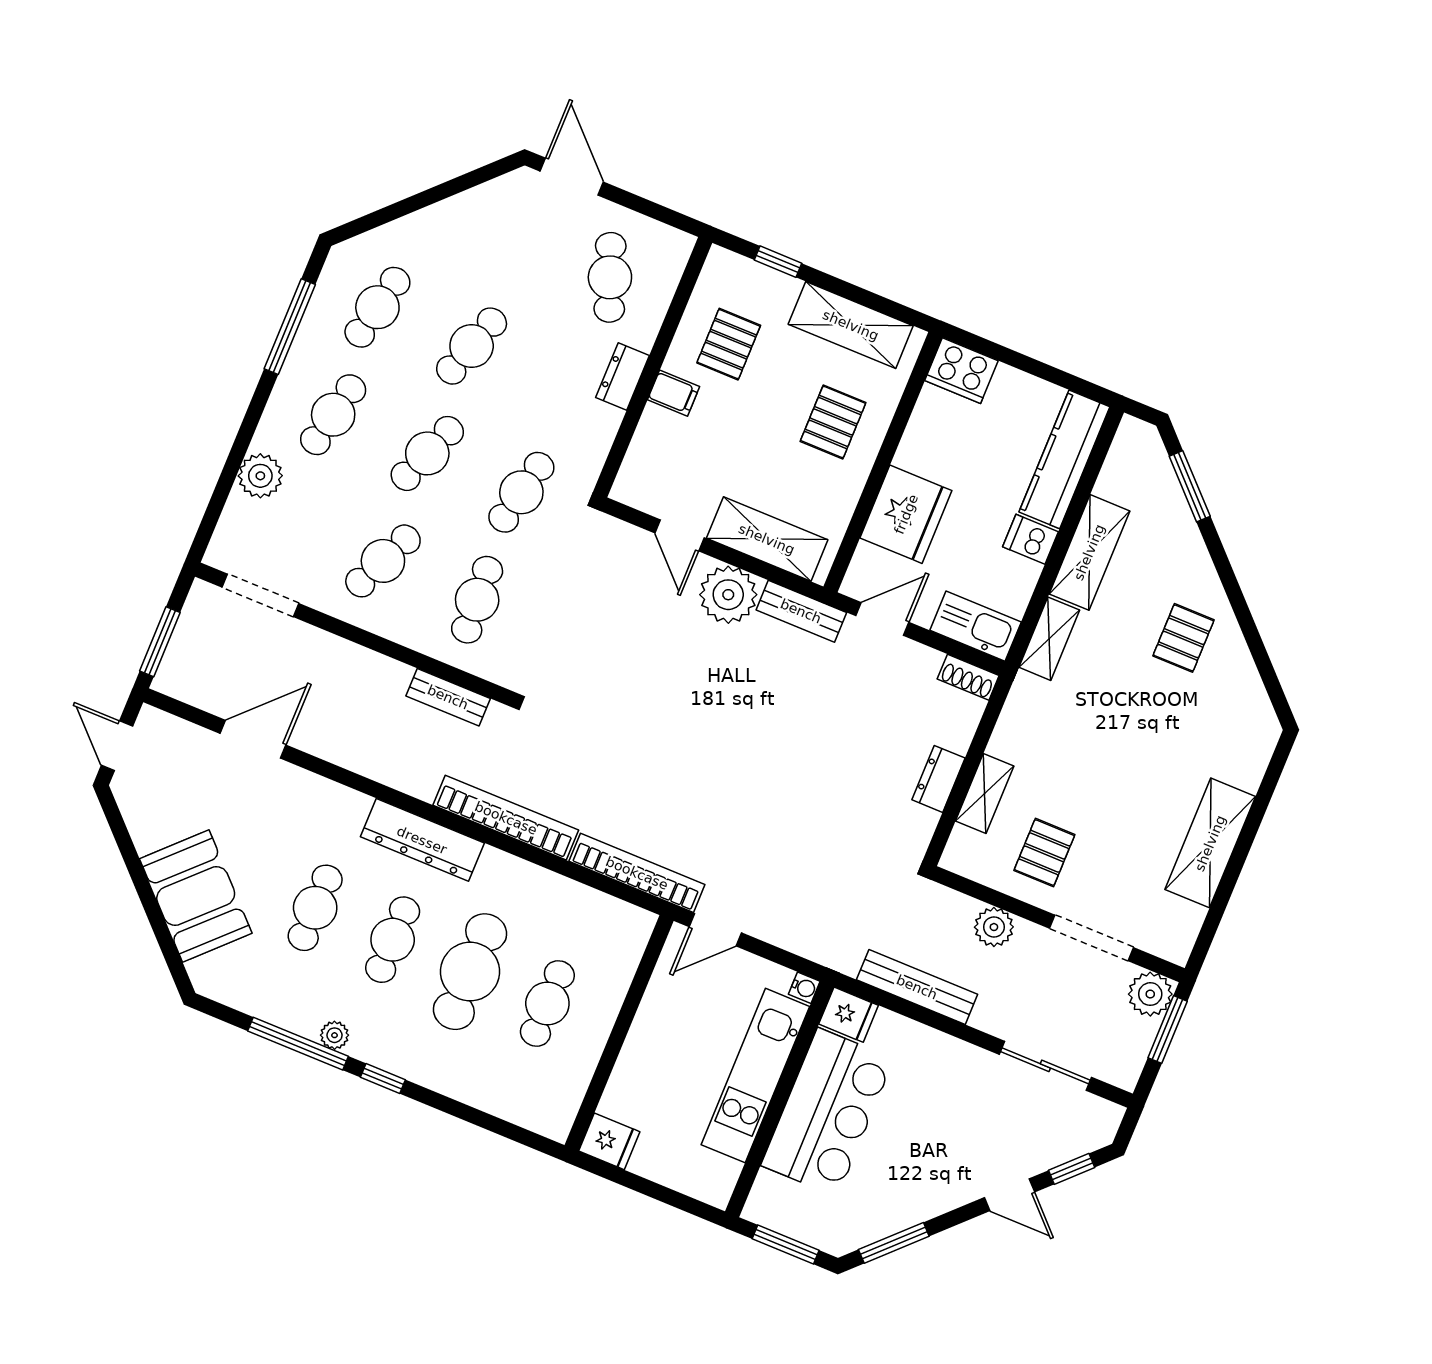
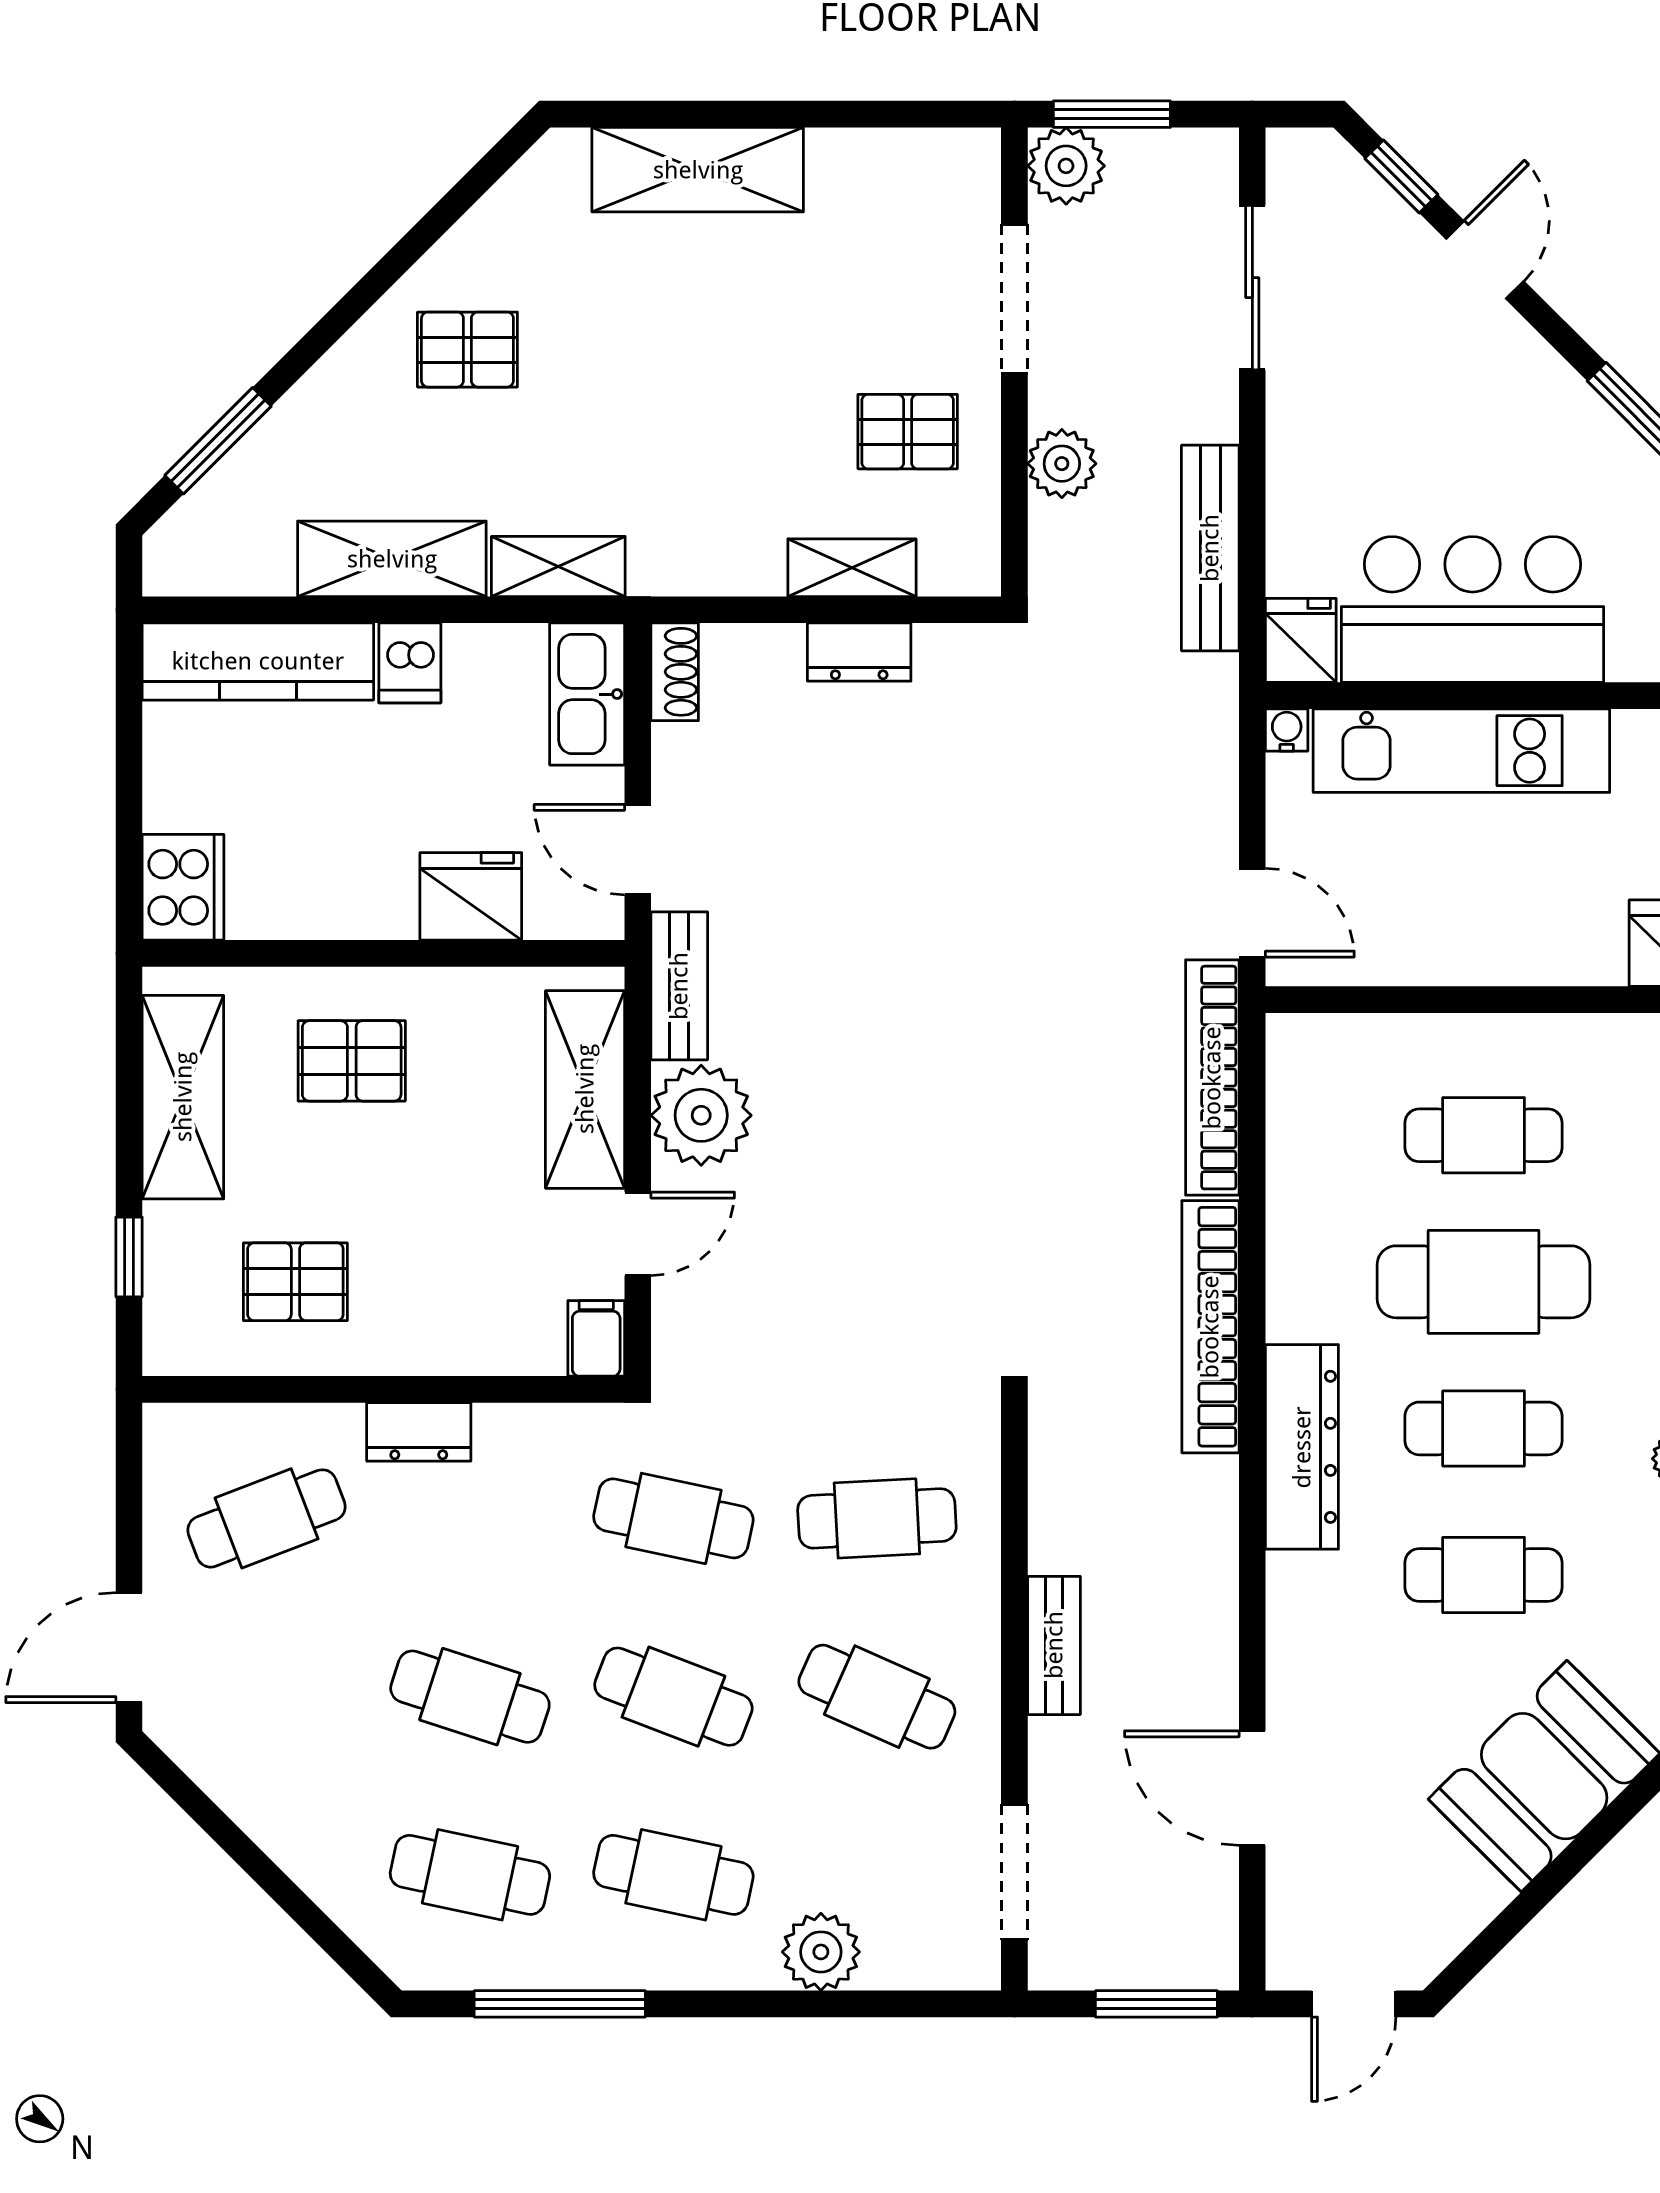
filing cabinet: (673, 393) -> (596, 1338), moved
fridge: (906, 514) -> (471, 896), width x0.73, depth x0.75
bench: (448, 697) -> (1054, 1645), moved
shelving: (1210, 843) -> (698, 170), moved

